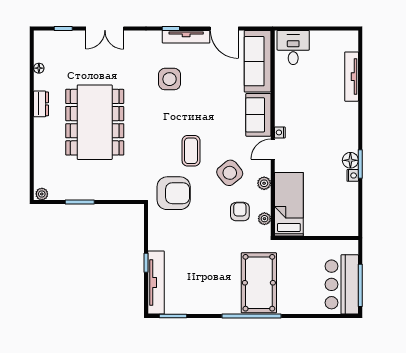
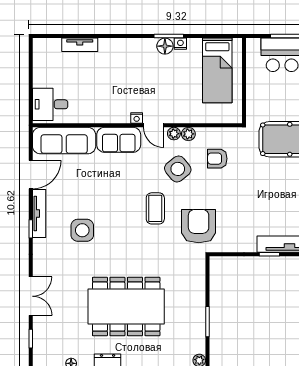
tv unit: (352, 77) -> (80, 45), width x0.71
coffee table: (191, 151) -> (155, 208), turned 90
bed: (289, 204) -> (217, 70), moved, turned -90
plant: (264, 219) -> (174, 134), moved

